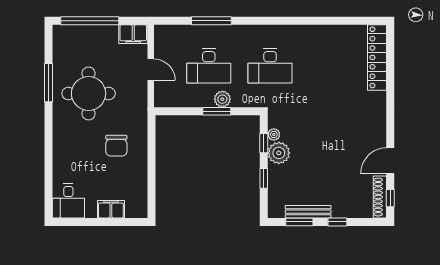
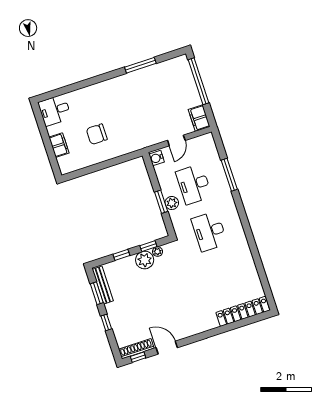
round table: (89, 93) -> (142, 99), removed
water cooler: (164, 100) -> (157, 158), added
chair: (116, 146) -> (97, 134), moved
bench: (308, 212) -> (103, 285), moved

